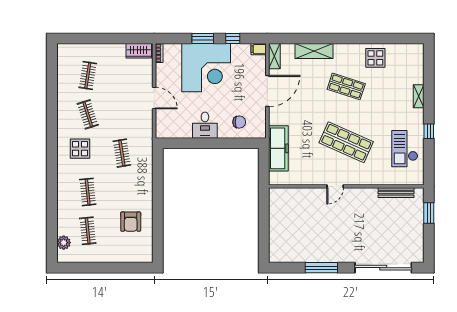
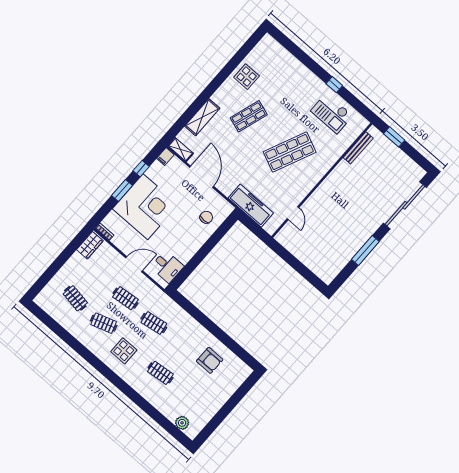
shelving: (419, 96) -> (302, 70), removed
desk: (205, 125) -> (167, 267), moved
door: (335, 186) -> (293, 213), moved
clothes rail: (88, 231) -> (125, 298), moved

